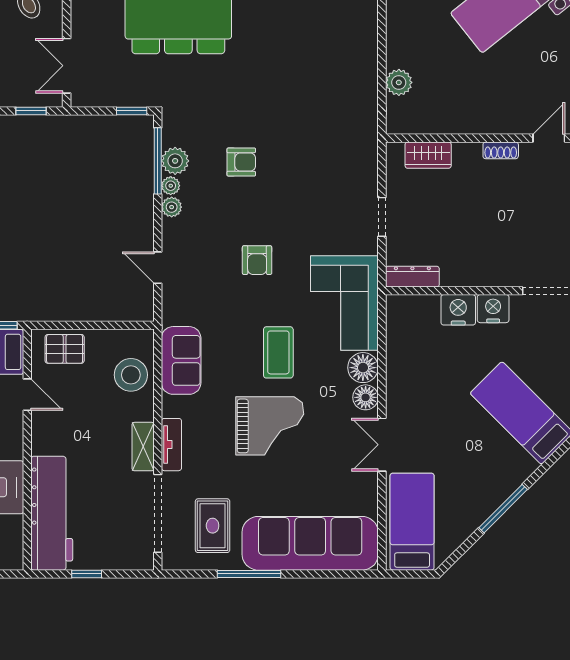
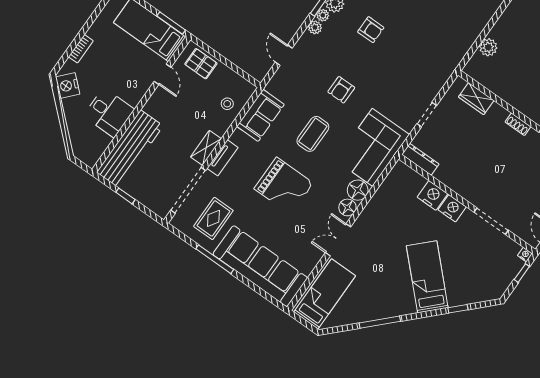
coffee table: (278, 352) -> (313, 134), moved
stool: (131, 375) -> (227, 104), width x0.53, depth x0.53

